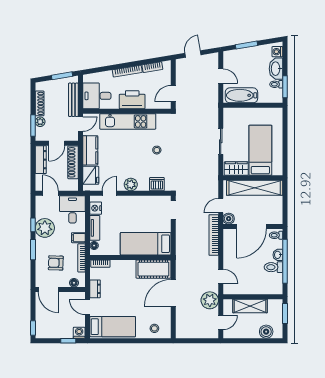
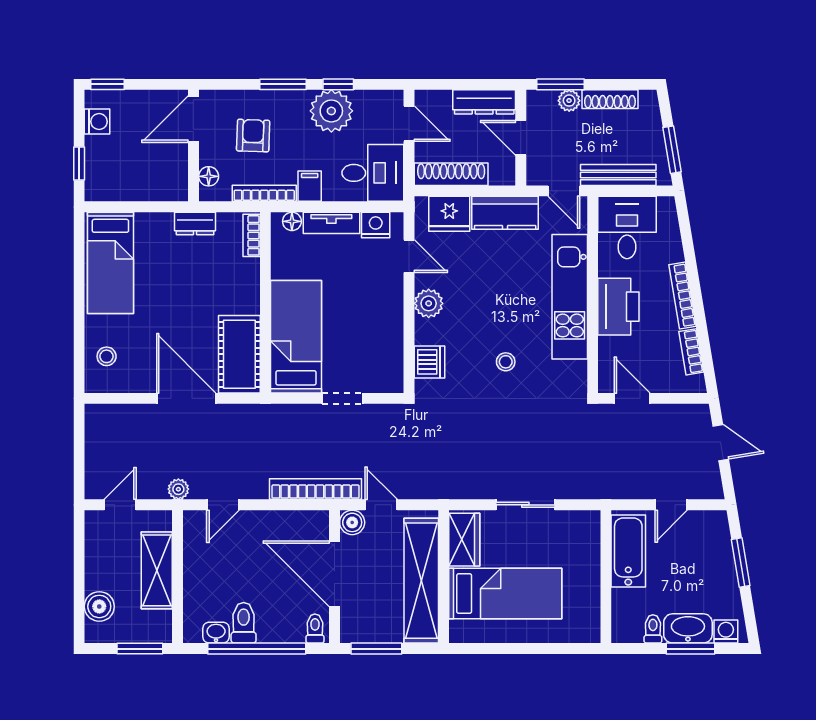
window: (285, 87) -> (690, 649), moved
shoe rack: (73, 162) -> (451, 174), moved
door: (50, 193) -> (409, 124), hinge flipped
window: (285, 208) -> (376, 649), added
doorway: (173, 210) -> (342, 398), moved
washbasin: (278, 255) -> (216, 633), moved
plant: (210, 300) -> (178, 489), width x0.53, depth x0.53
door: (88, 307) -> (155, 207), removed
door: (221, 322) -> (120, 505), swing flipped
washing machine: (79, 333) -> (97, 122), moved

